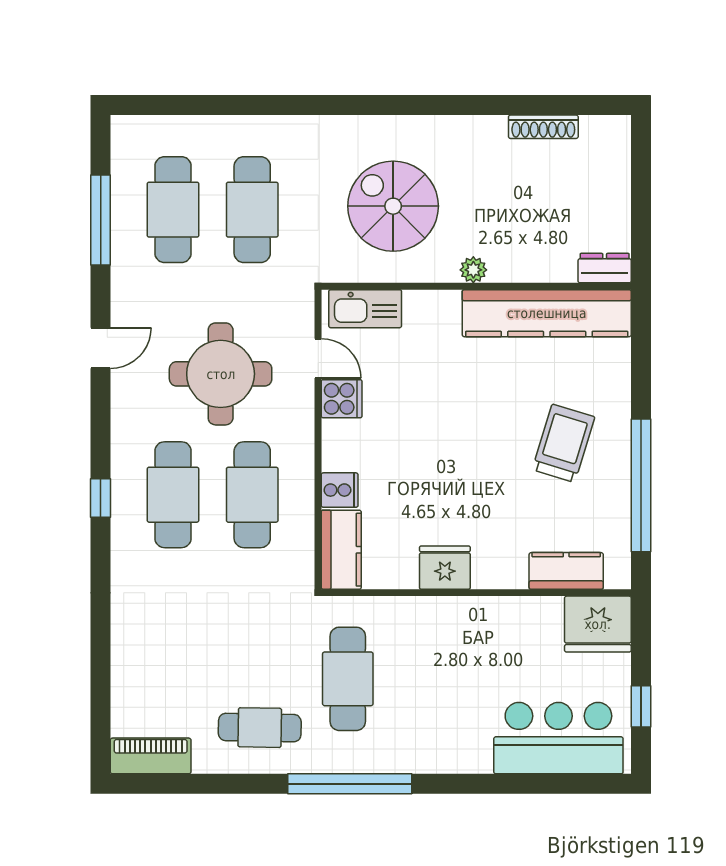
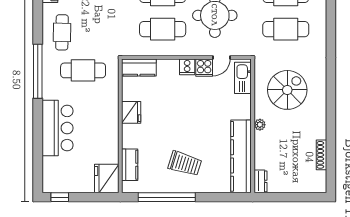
cooker: (340, 490) -> (187, 67), moved
window: (641, 706) -> (60, 197), moved
bar counter: (558, 738) -> (57, 128), moved

